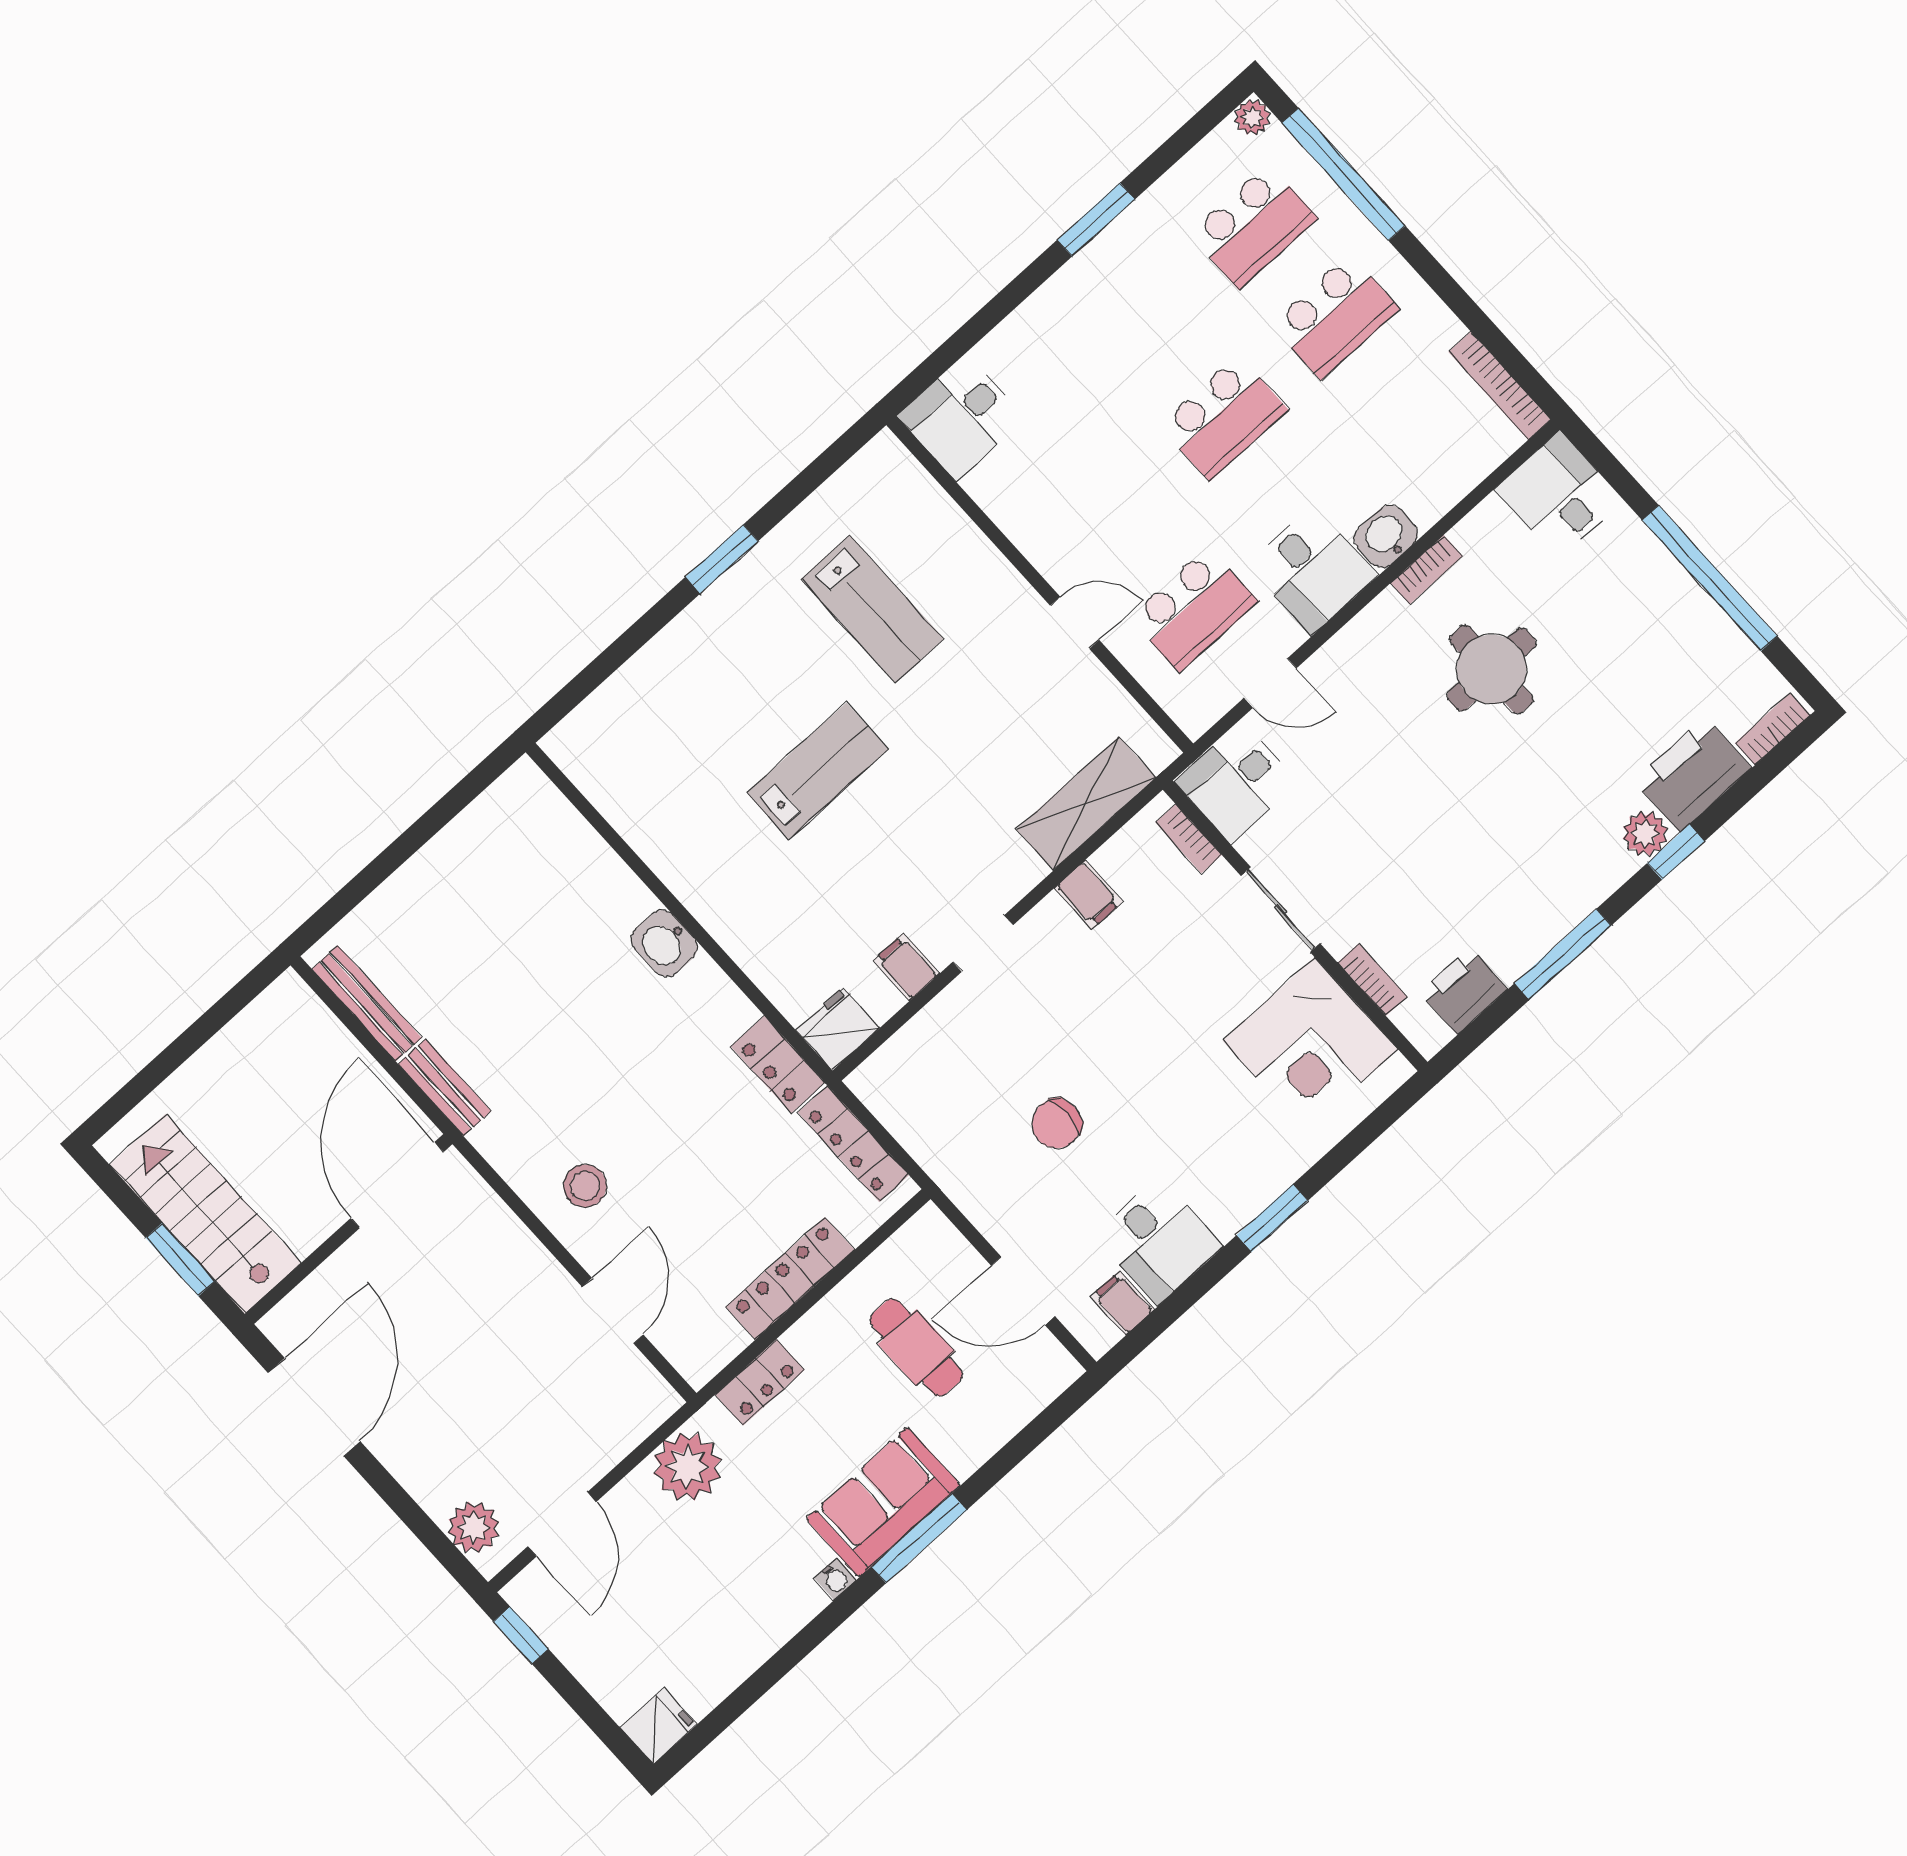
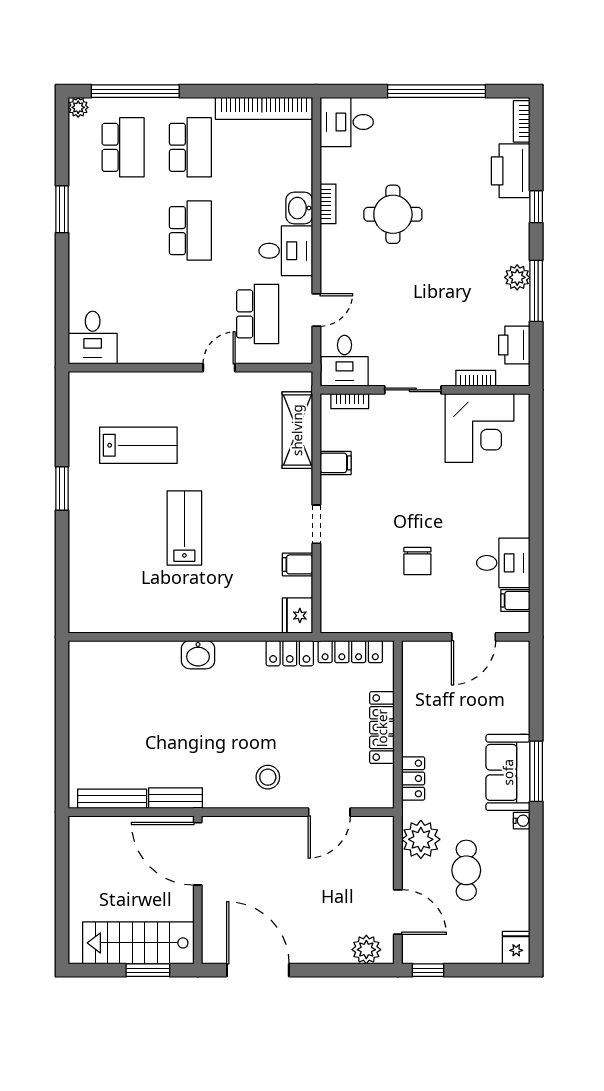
bookcase: (1500, 386) -> (264, 108), width x1.48, depth x1.31
plant: (1645, 834) -> (517, 277), moved
window: (1272, 1218) -> (536, 508), removed
door: (613, 1311) -> (329, 812), swing flipped
cafe table: (916, 1347) -> (466, 870), moved, turned 90

